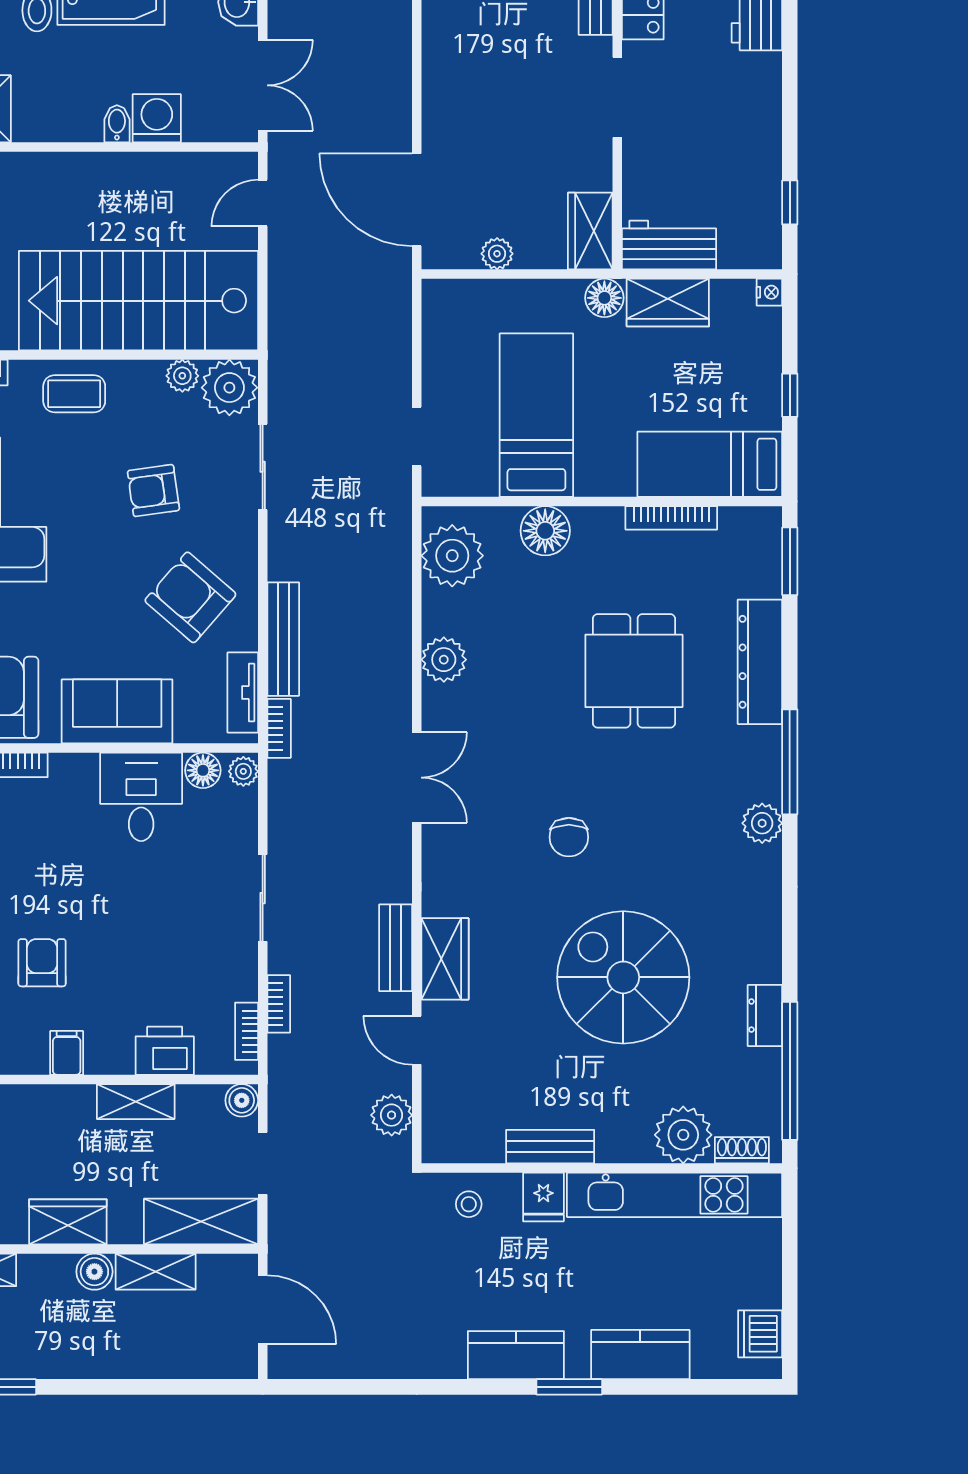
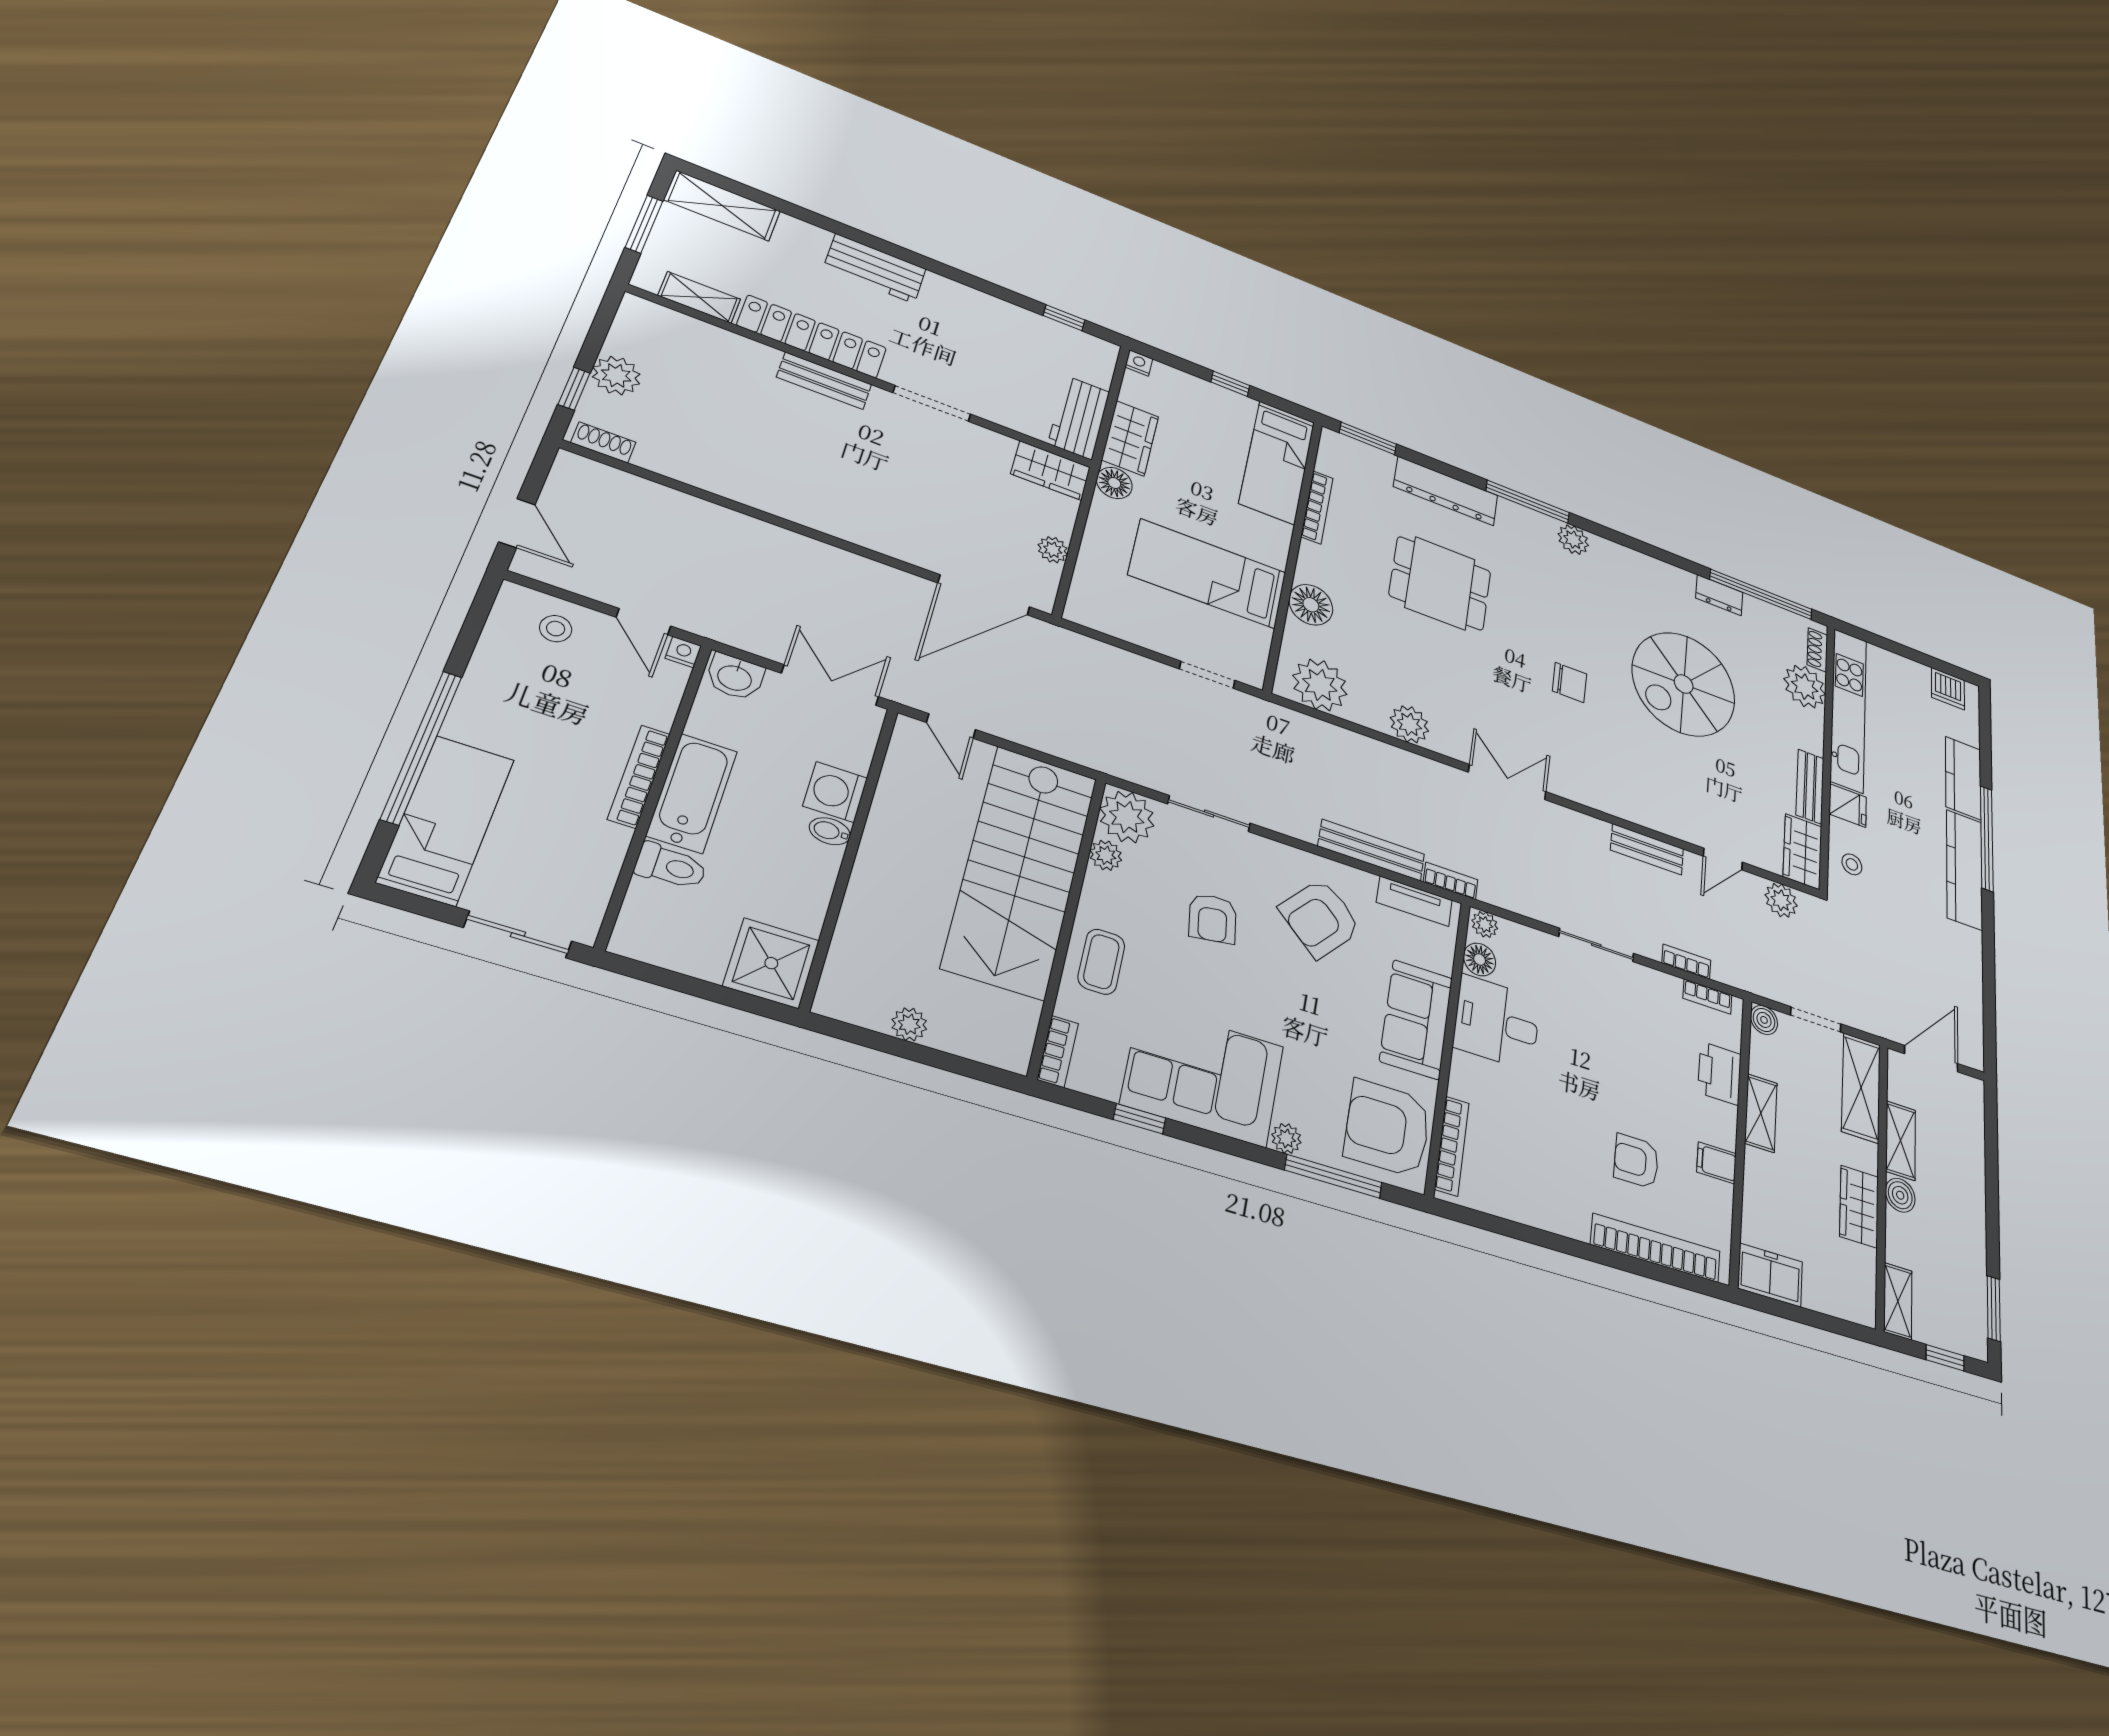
wardrobe: (445, 959) -> (1802, 851), moved, turned -90
kitchen counter: (516, 1355) -> (1964, 870), width x1.50
window: (569, 1387) -> (1987, 838), width x2.11

